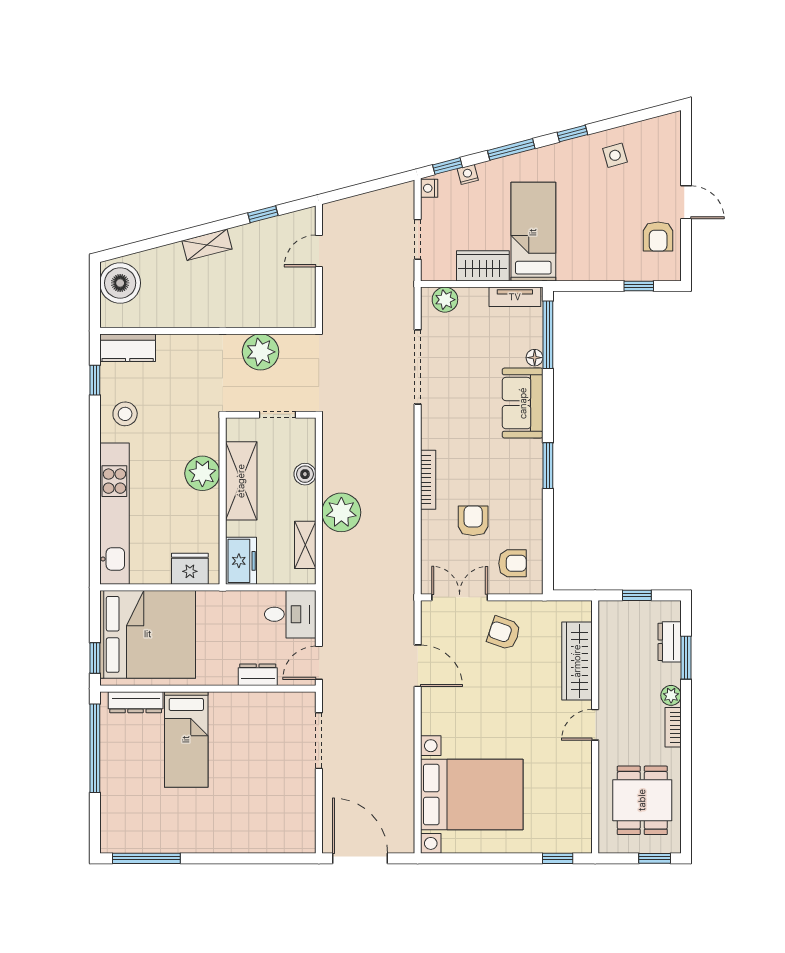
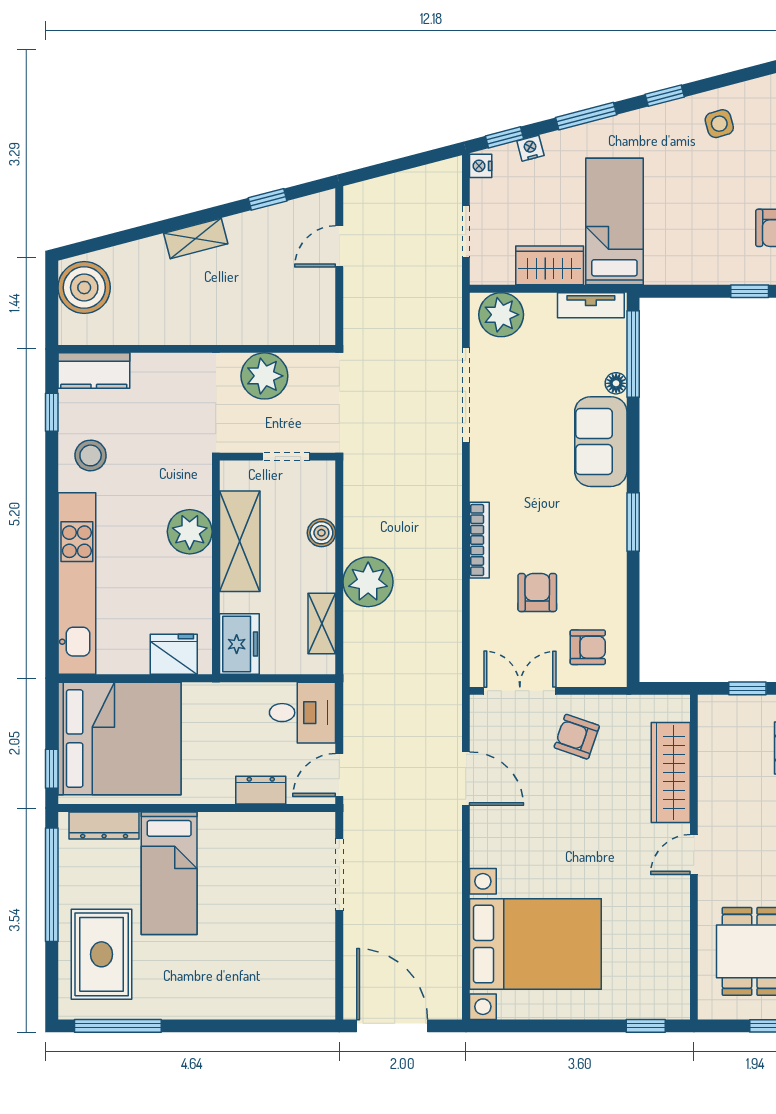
plant: (445, 300) -> (501, 315), width x1.36, depth x1.36
rug: (134, 803) -> (102, 954), added

